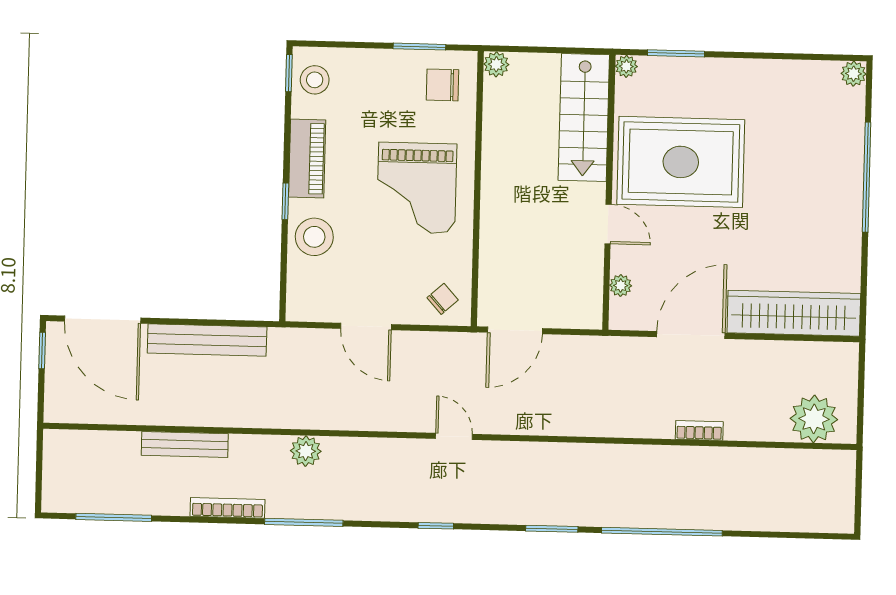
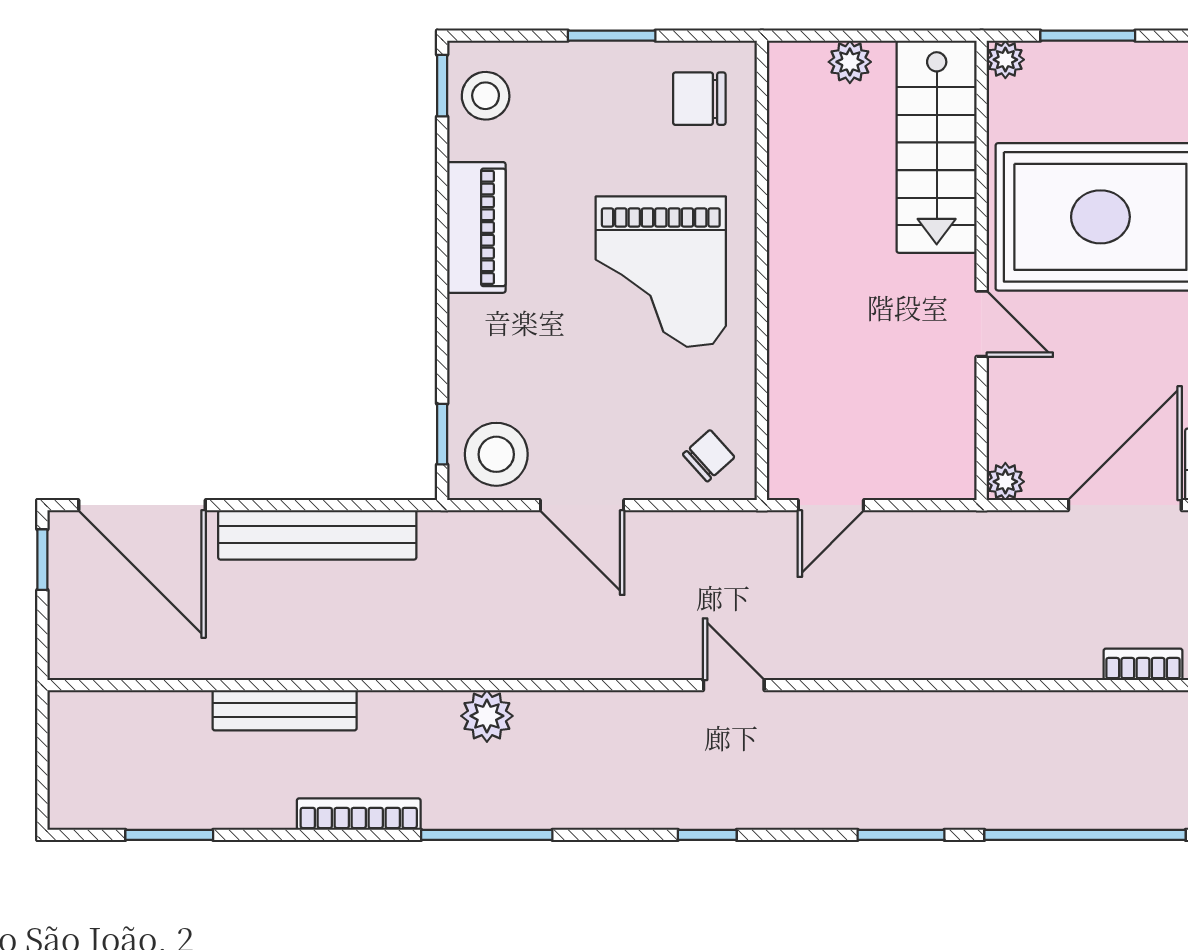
window: (419, 47) -> (612, 36), moved
plant: (496, 64) -> (850, 62), moved
window: (285, 201) -> (442, 434), moved
stool: (314, 237) -> (496, 454), moved
plant: (621, 285) -> (1005, 482), moved
door: (515, 330) -> (831, 505), width x0.73
window: (114, 517) -> (169, 835), width x0.69

